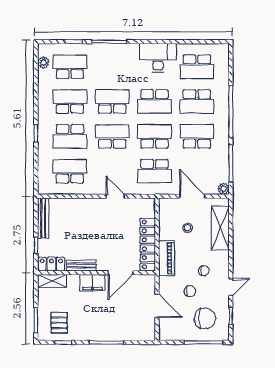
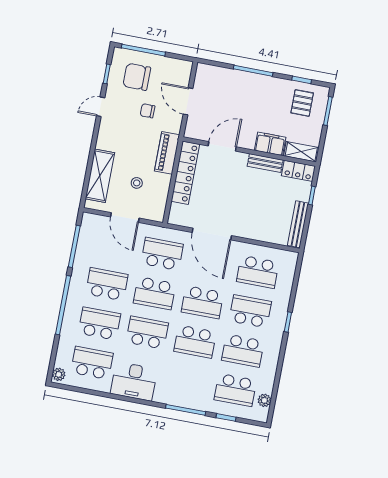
school desk: (197, 136) -> (107, 284), turned 180
plant: (223, 189) -> (59, 374), moved
door: (115, 196) -> (212, 234), width x1.88
chair: (204, 271) -> (127, 131), removed
filing cabinet: (92, 283) -> (270, 144), moved

